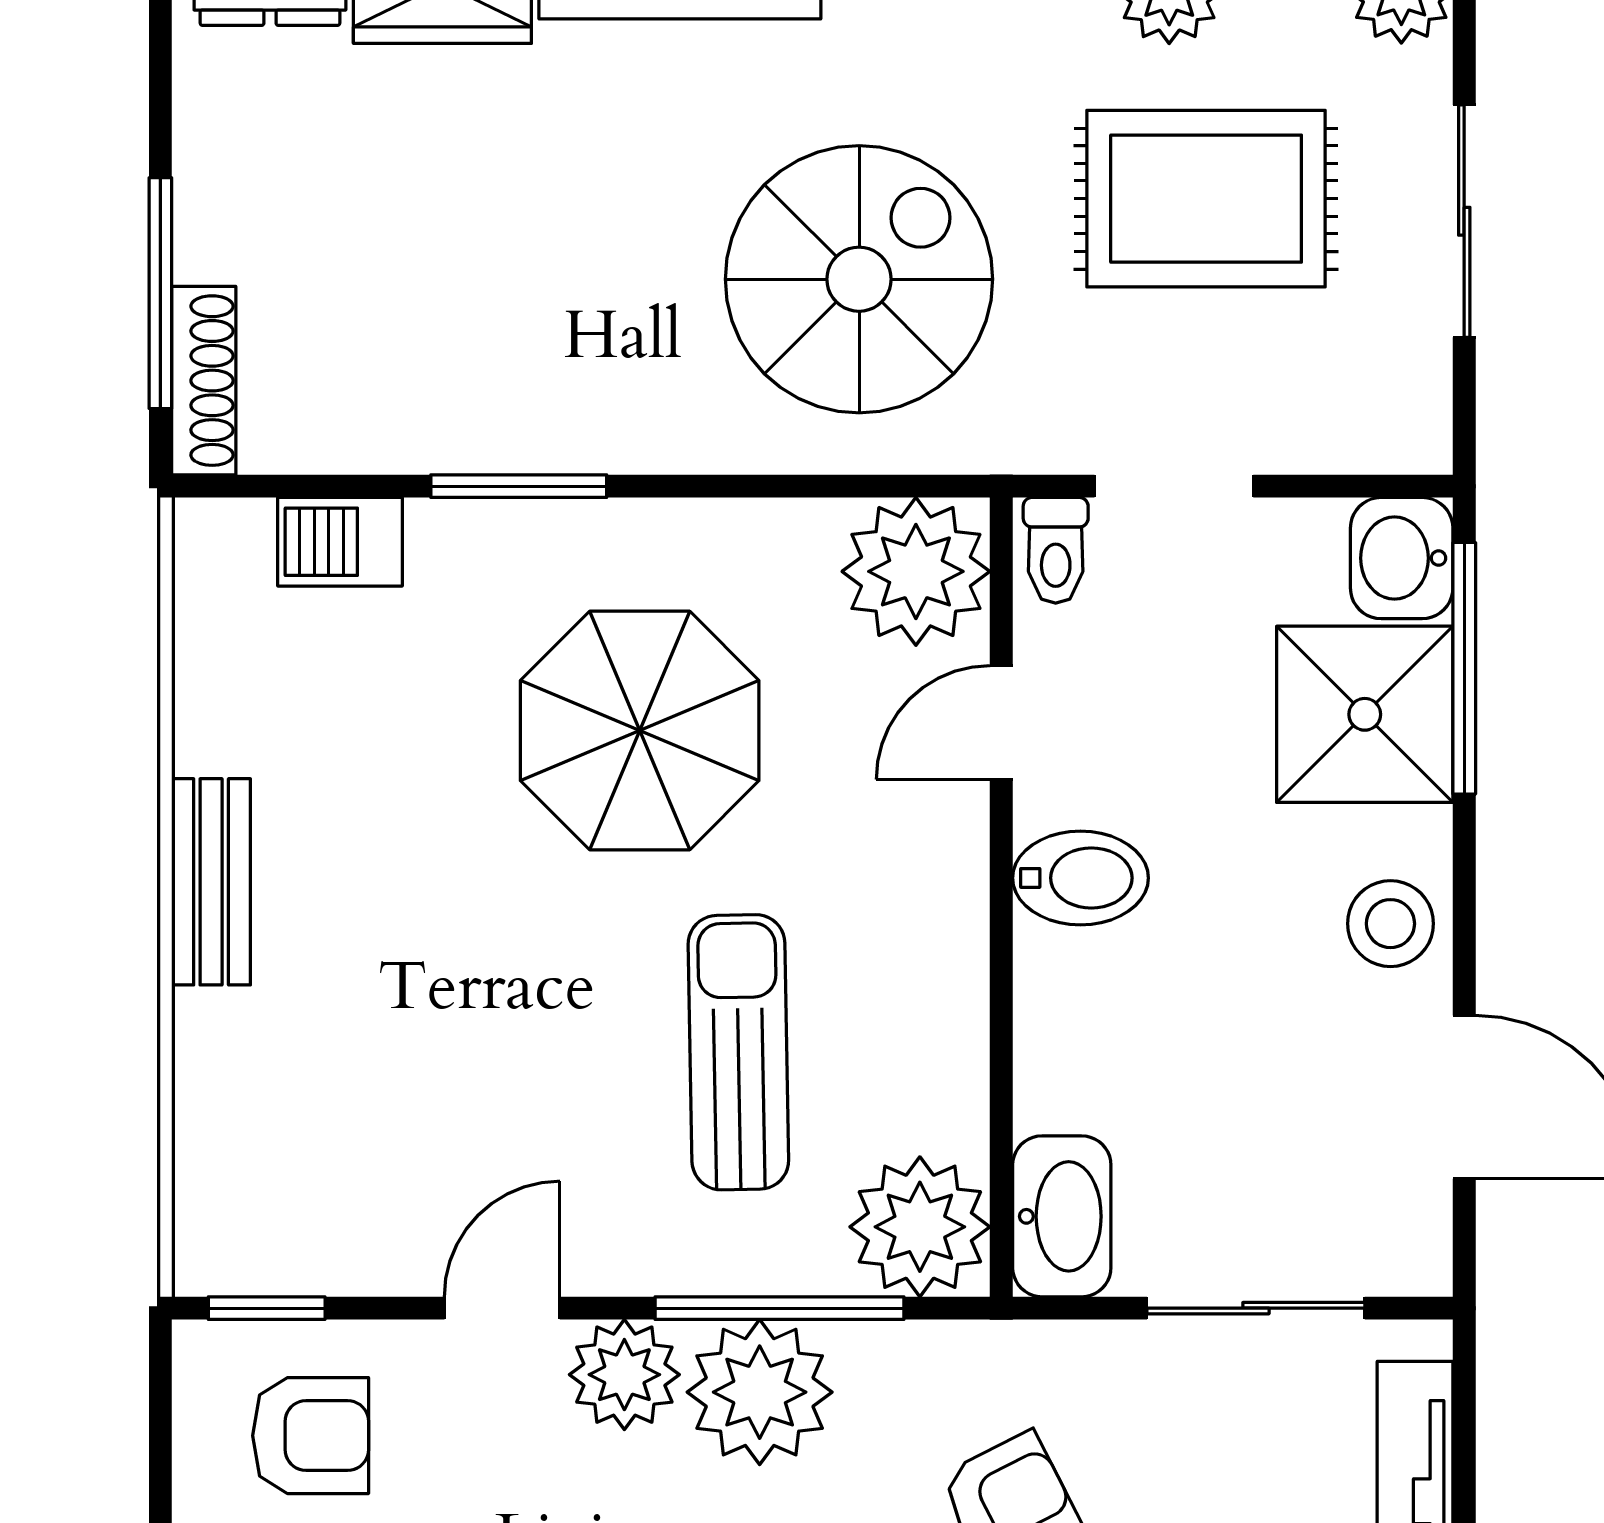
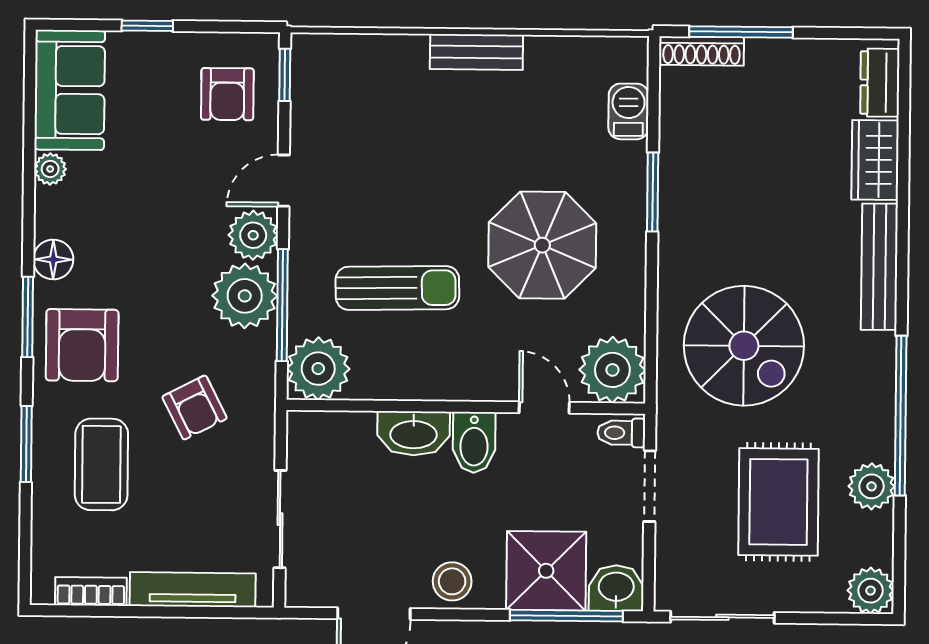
sliding door: (1464, 221) -> (722, 617), moved
washbasin: (1062, 1216) -> (414, 433), moved
door: (502, 1308) -> (284, 181), swing flipped

